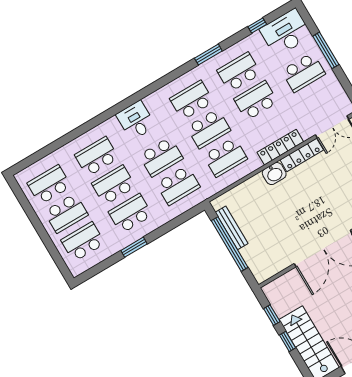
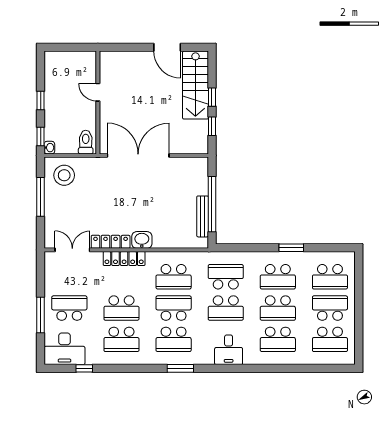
window: (208, 55) -> (180, 368), moved
school desk: (161, 157) -> (226, 308), turned 180
school desk: (225, 157) -> (174, 277), turned 180

